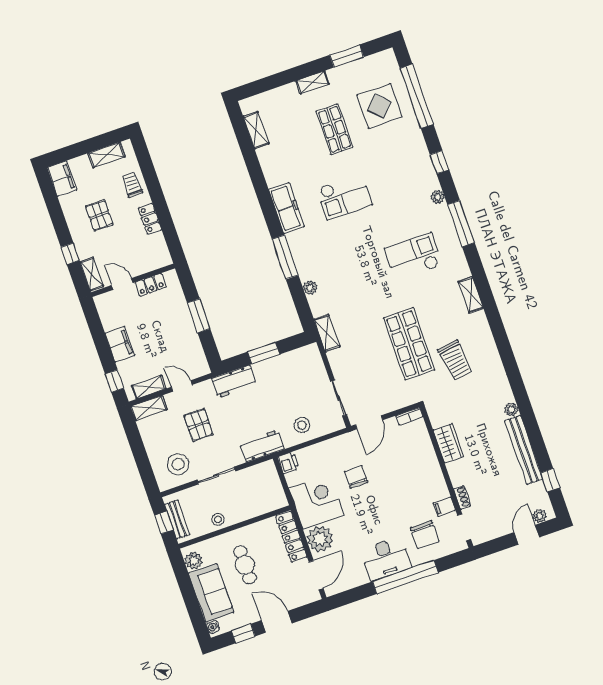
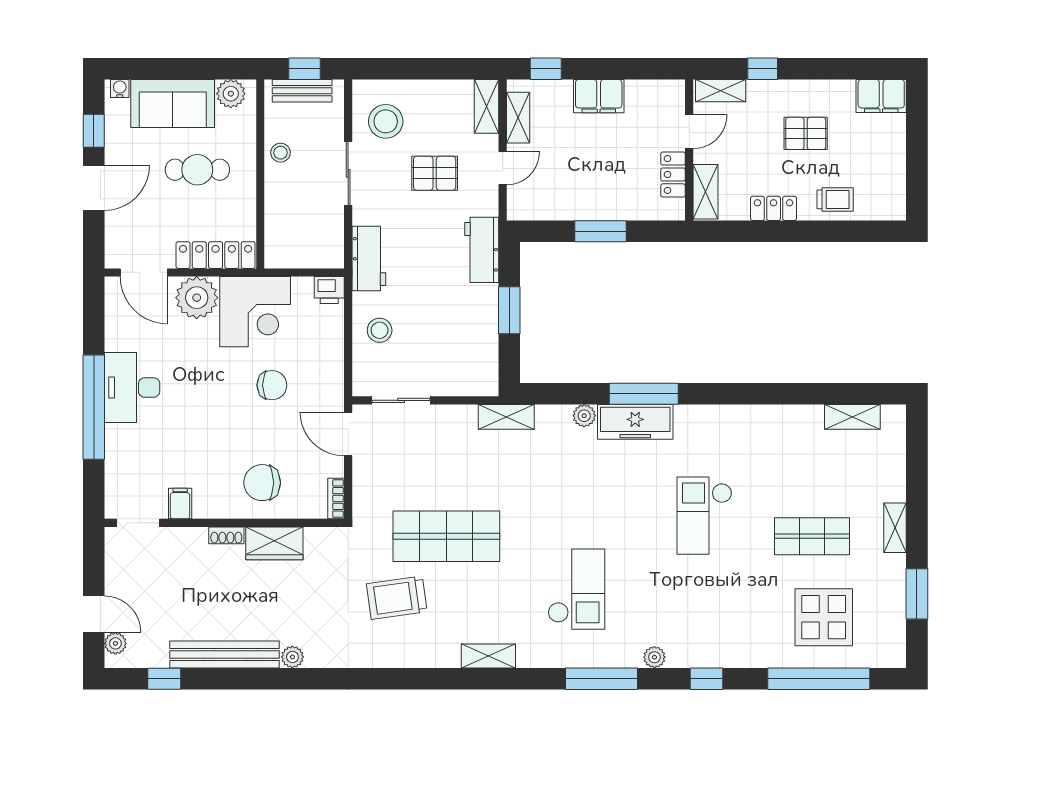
shelving: (107, 155) -> (705, 192), moved
freezer: (287, 208) -> (635, 422), moved
shoe rack: (462, 498) -> (226, 535), moved
chair: (425, 535) -> (262, 483), moved

